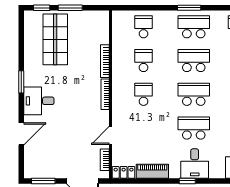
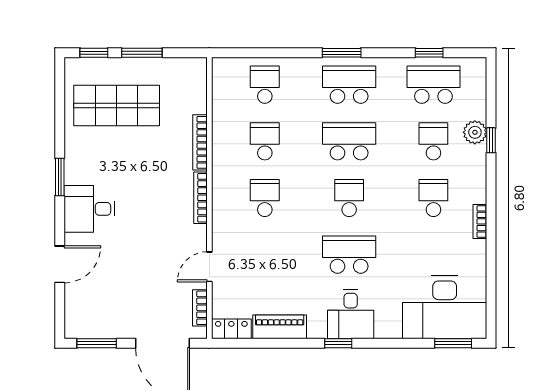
shop shelf: (55, 39) -> (117, 106), turned 90
school desk: (194, 94) -> (349, 198), width x0.54

